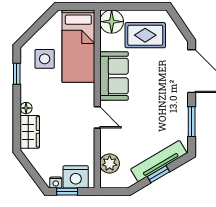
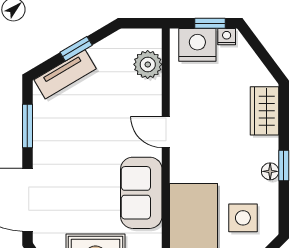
window: (17, 74) -> (284, 166), moved
floor lamp: (26, 108) -> (270, 171), moved
tv unit: (159, 161) -> (65, 74), width x0.71

